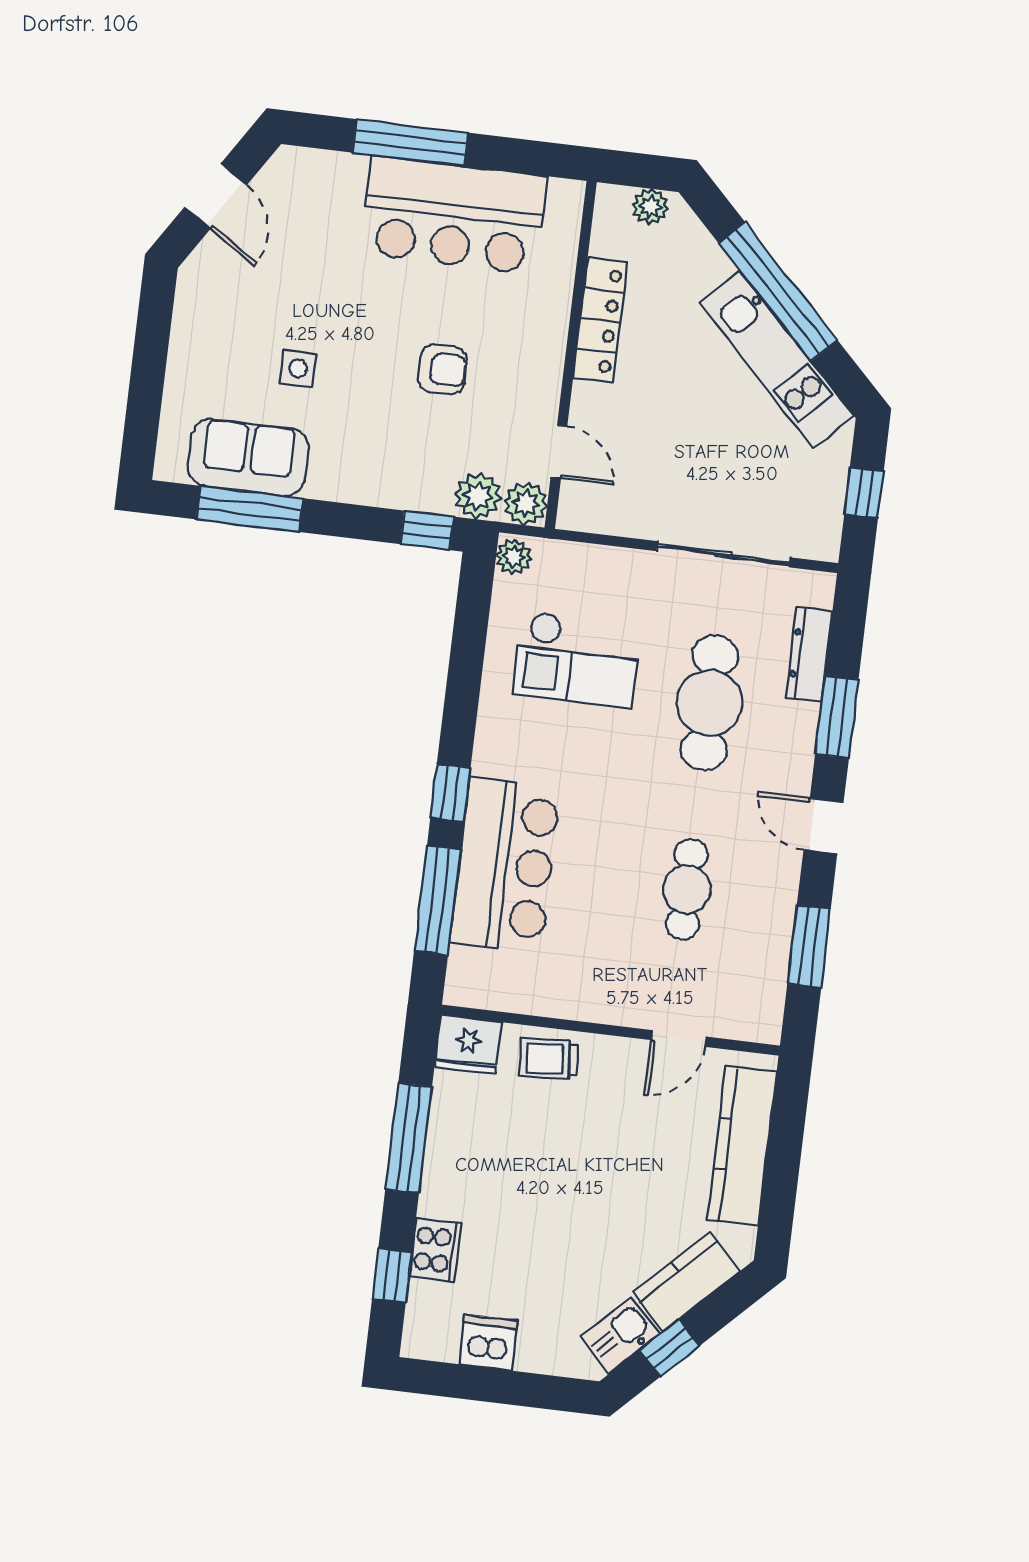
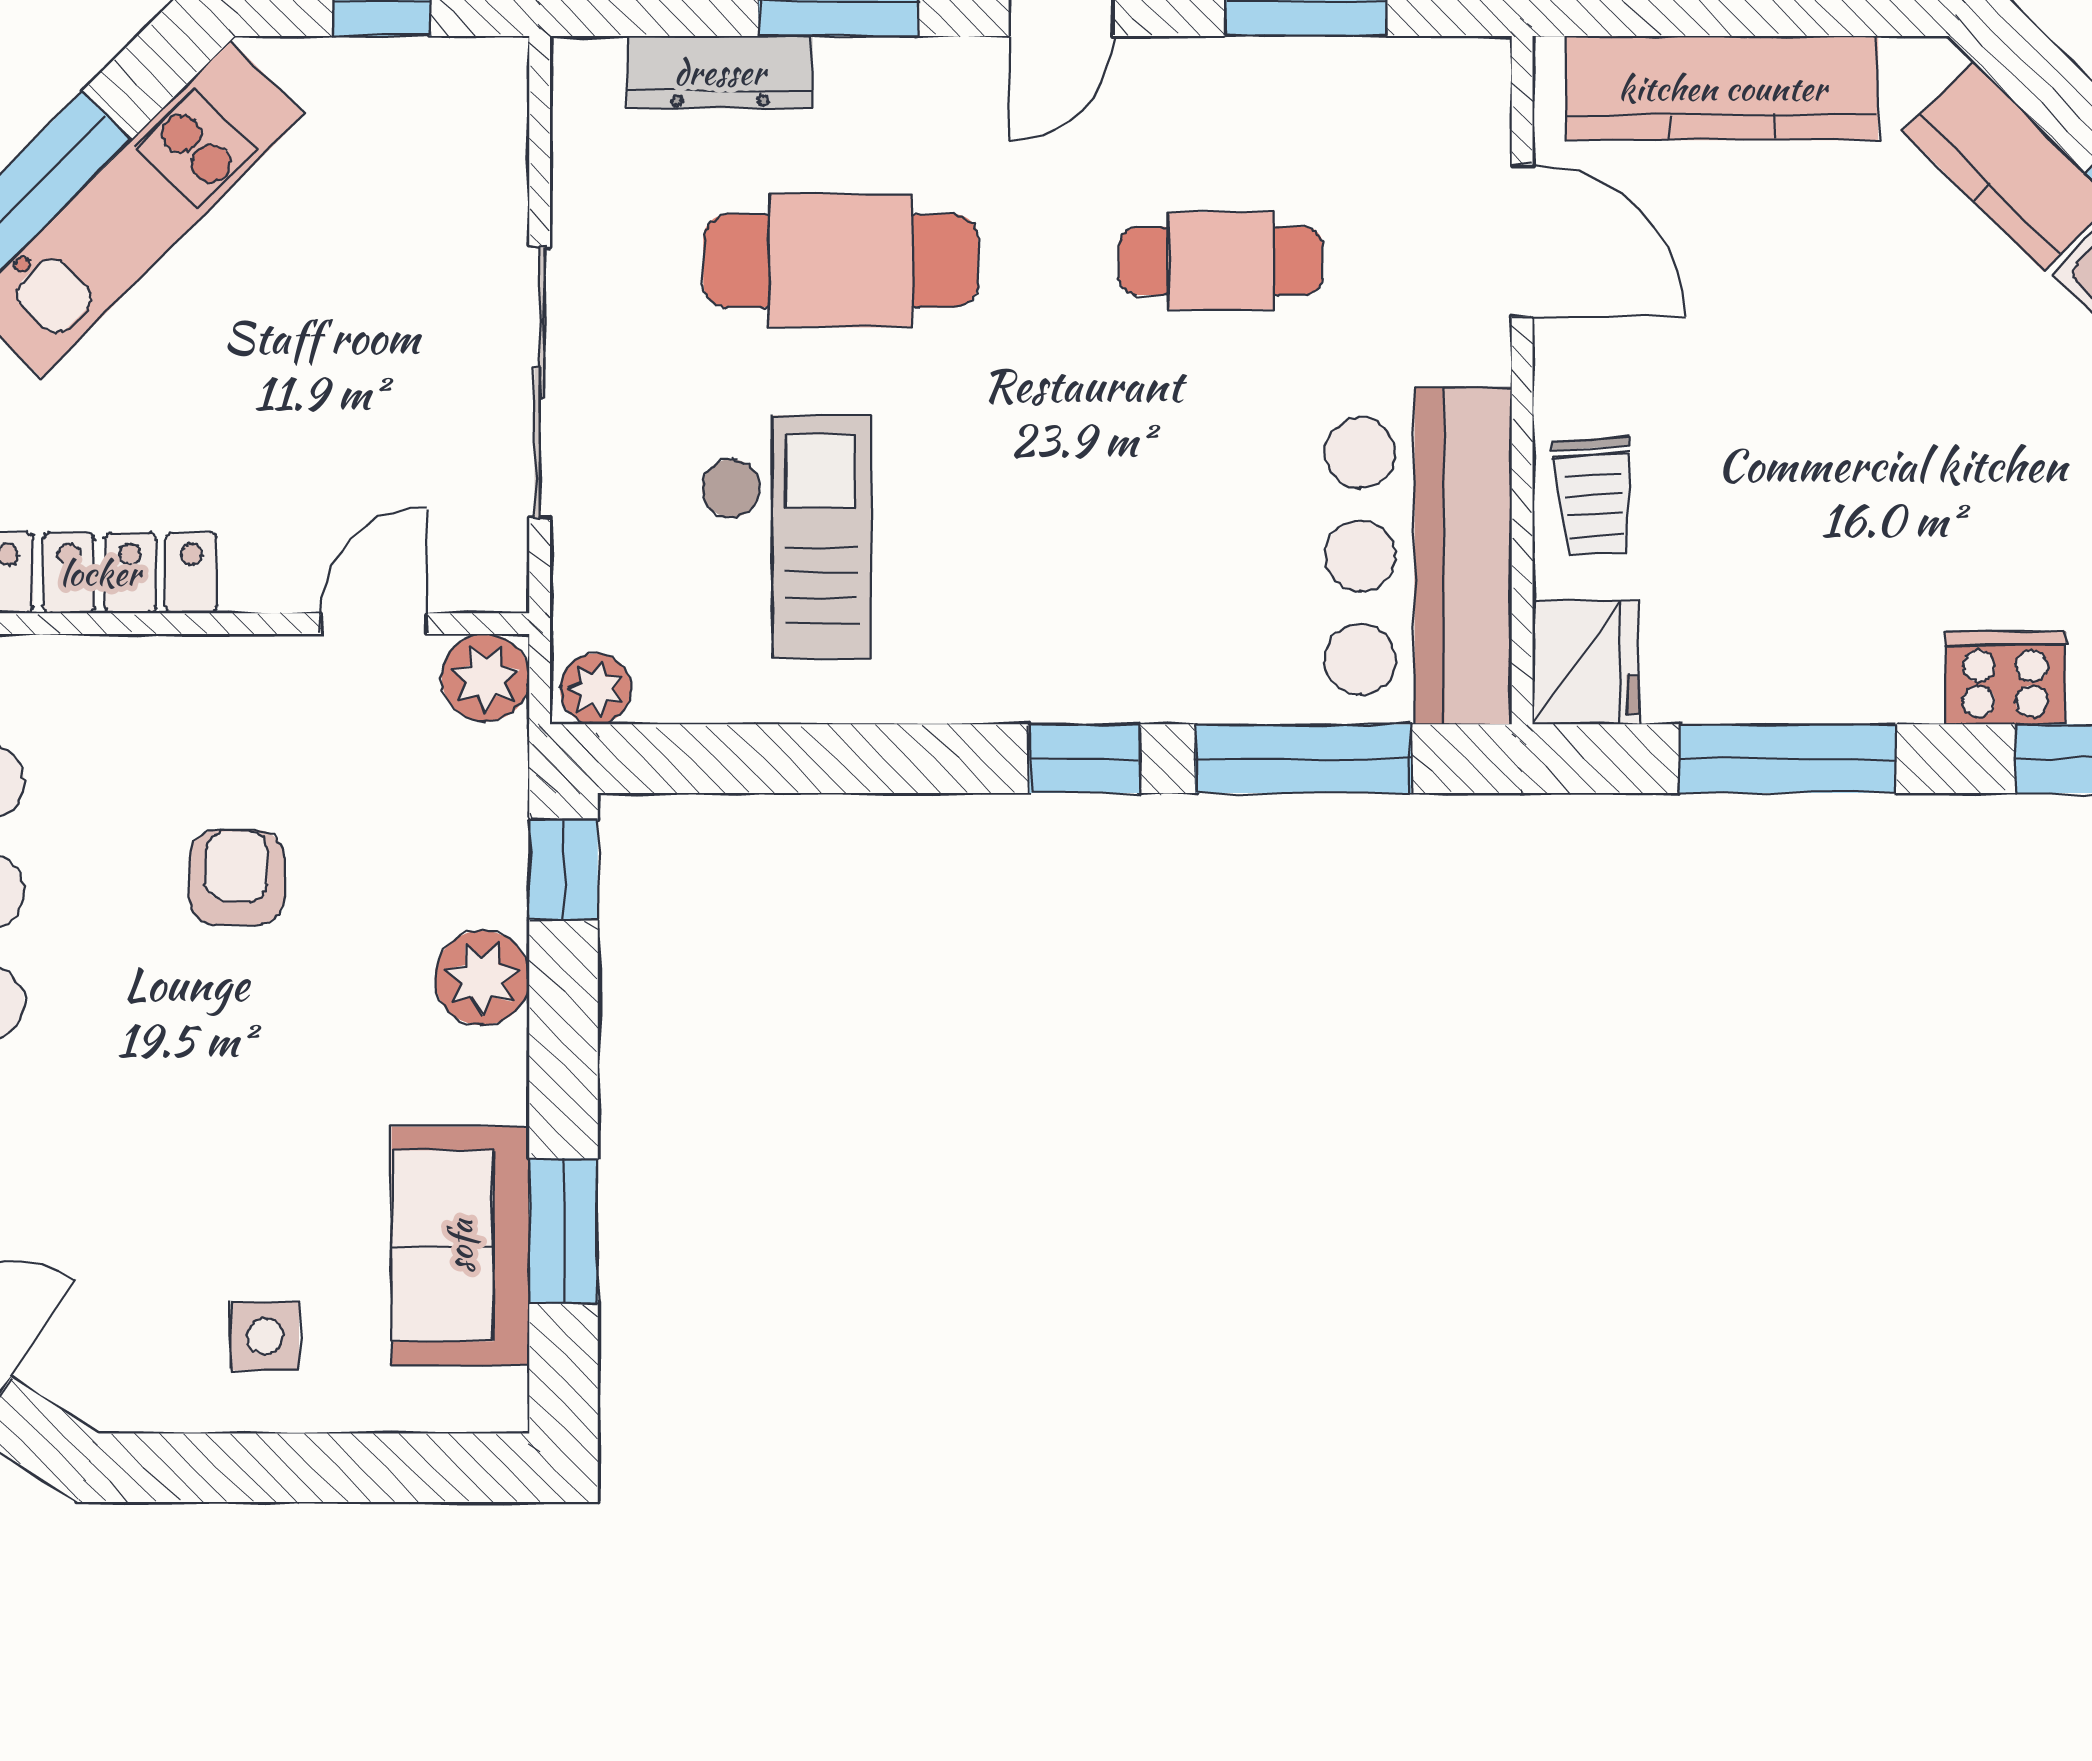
side table: (298, 368) -> (265, 1336), moved
plant: (478, 496) -> (482, 978), moved
window: (249, 509) -> (564, 1231), width x0.69
sliding door: (723, 554) -> (540, 382), moved
bar counter: (505, 865) -> (1418, 556), moved, turned -90
door: (679, 1038) -> (1522, 241), width x1.37

